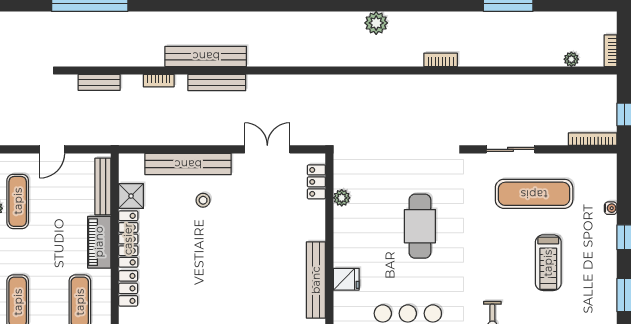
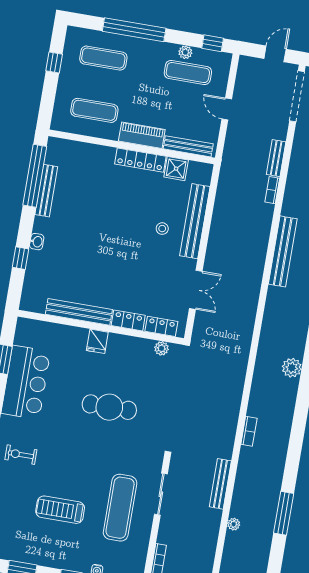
plant: (376, 23) -> (292, 368), moved
plant: (571, 59) -> (234, 524), moved
bookcase: (441, 60) -> (249, 431), moved
bookcase: (159, 81) -> (272, 190), moved
bench: (217, 83) -> (220, 484), moved
plant: (342, 198) -> (161, 348), moved
fridge: (346, 279) -> (97, 341), moved
locker: (128, 288) -> (128, 320), moved, turned 180

